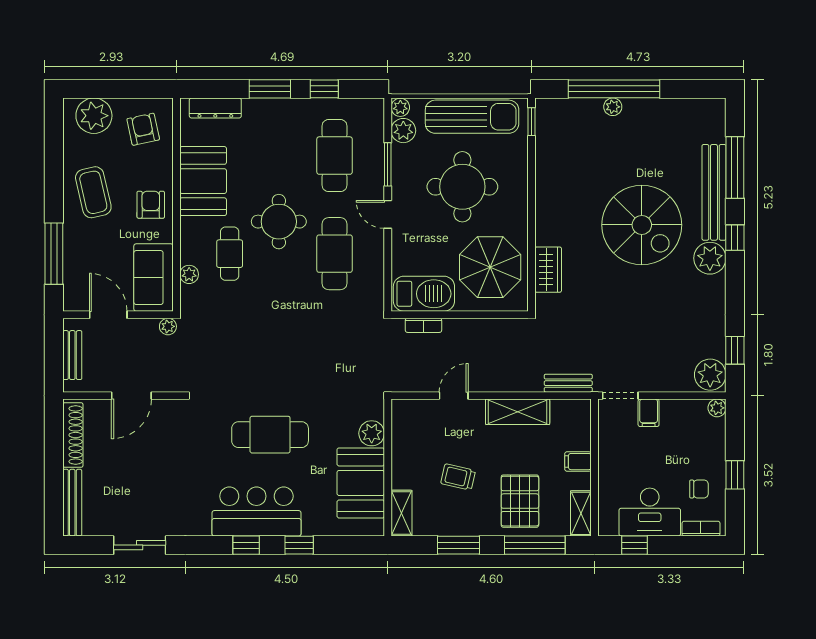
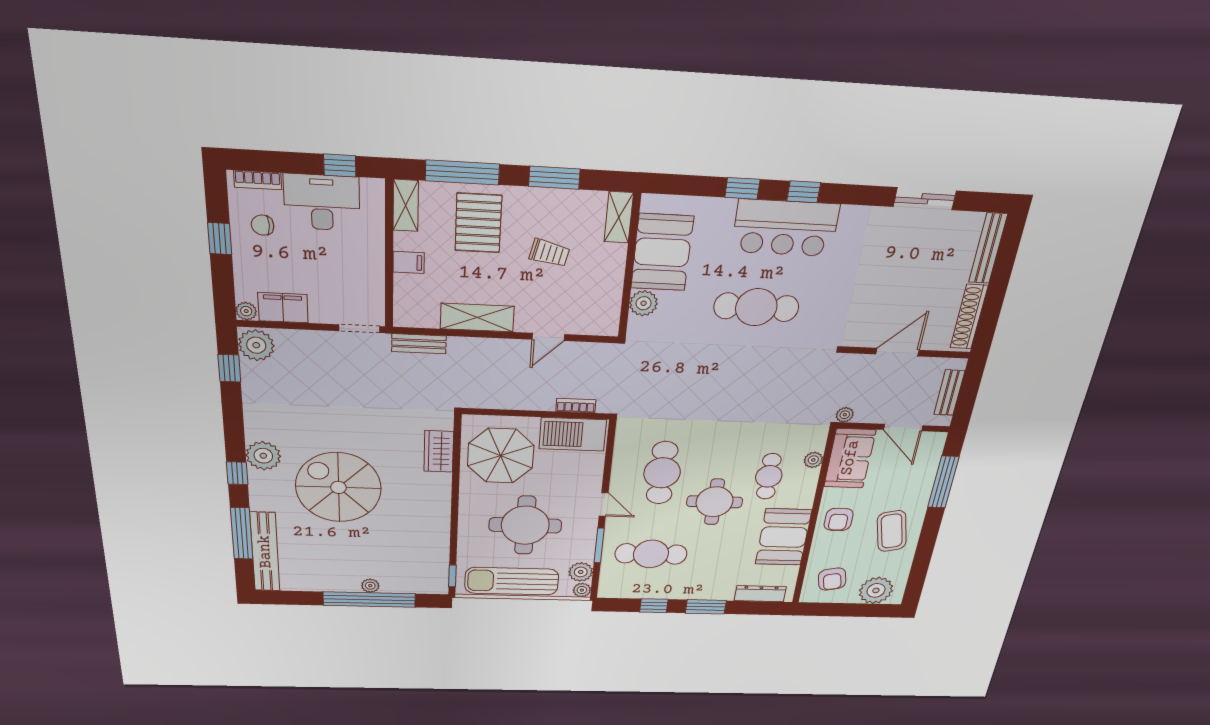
cafe table: (335, 156) -> (651, 554), turned 90
bench: (714, 192) -> (265, 552), moved
filing cabinet: (649, 413) -> (283, 308), moved, width x2.00

